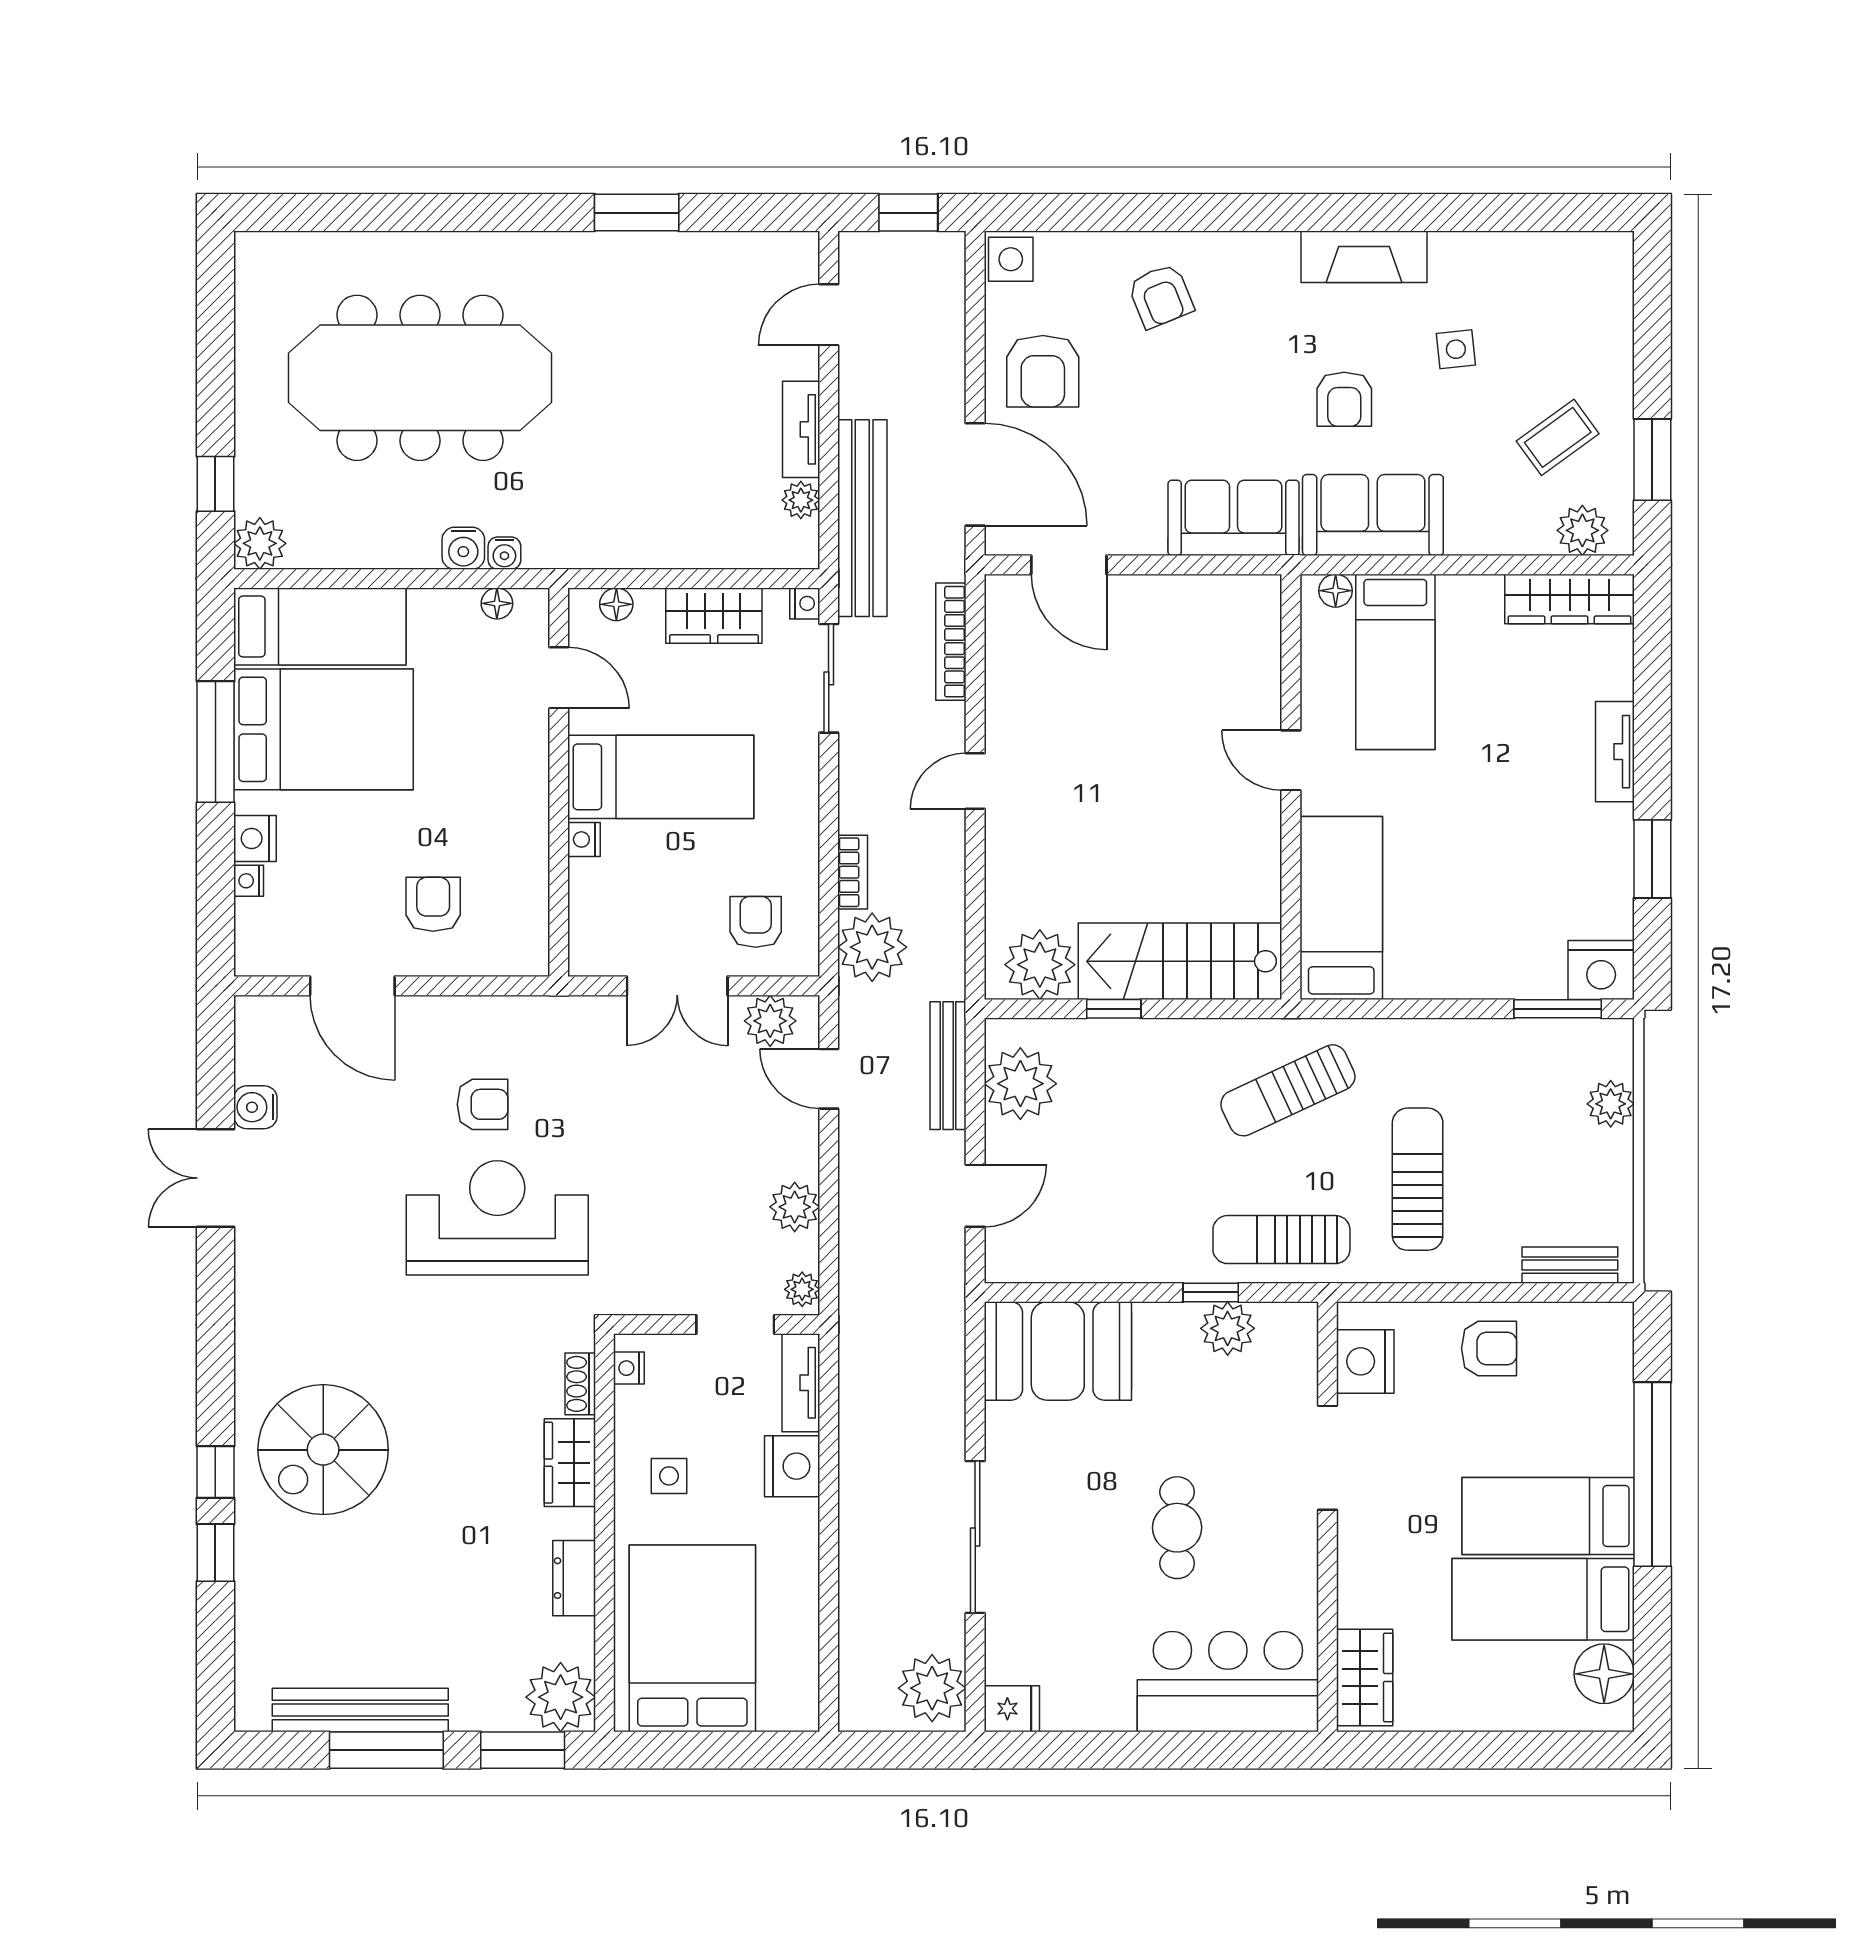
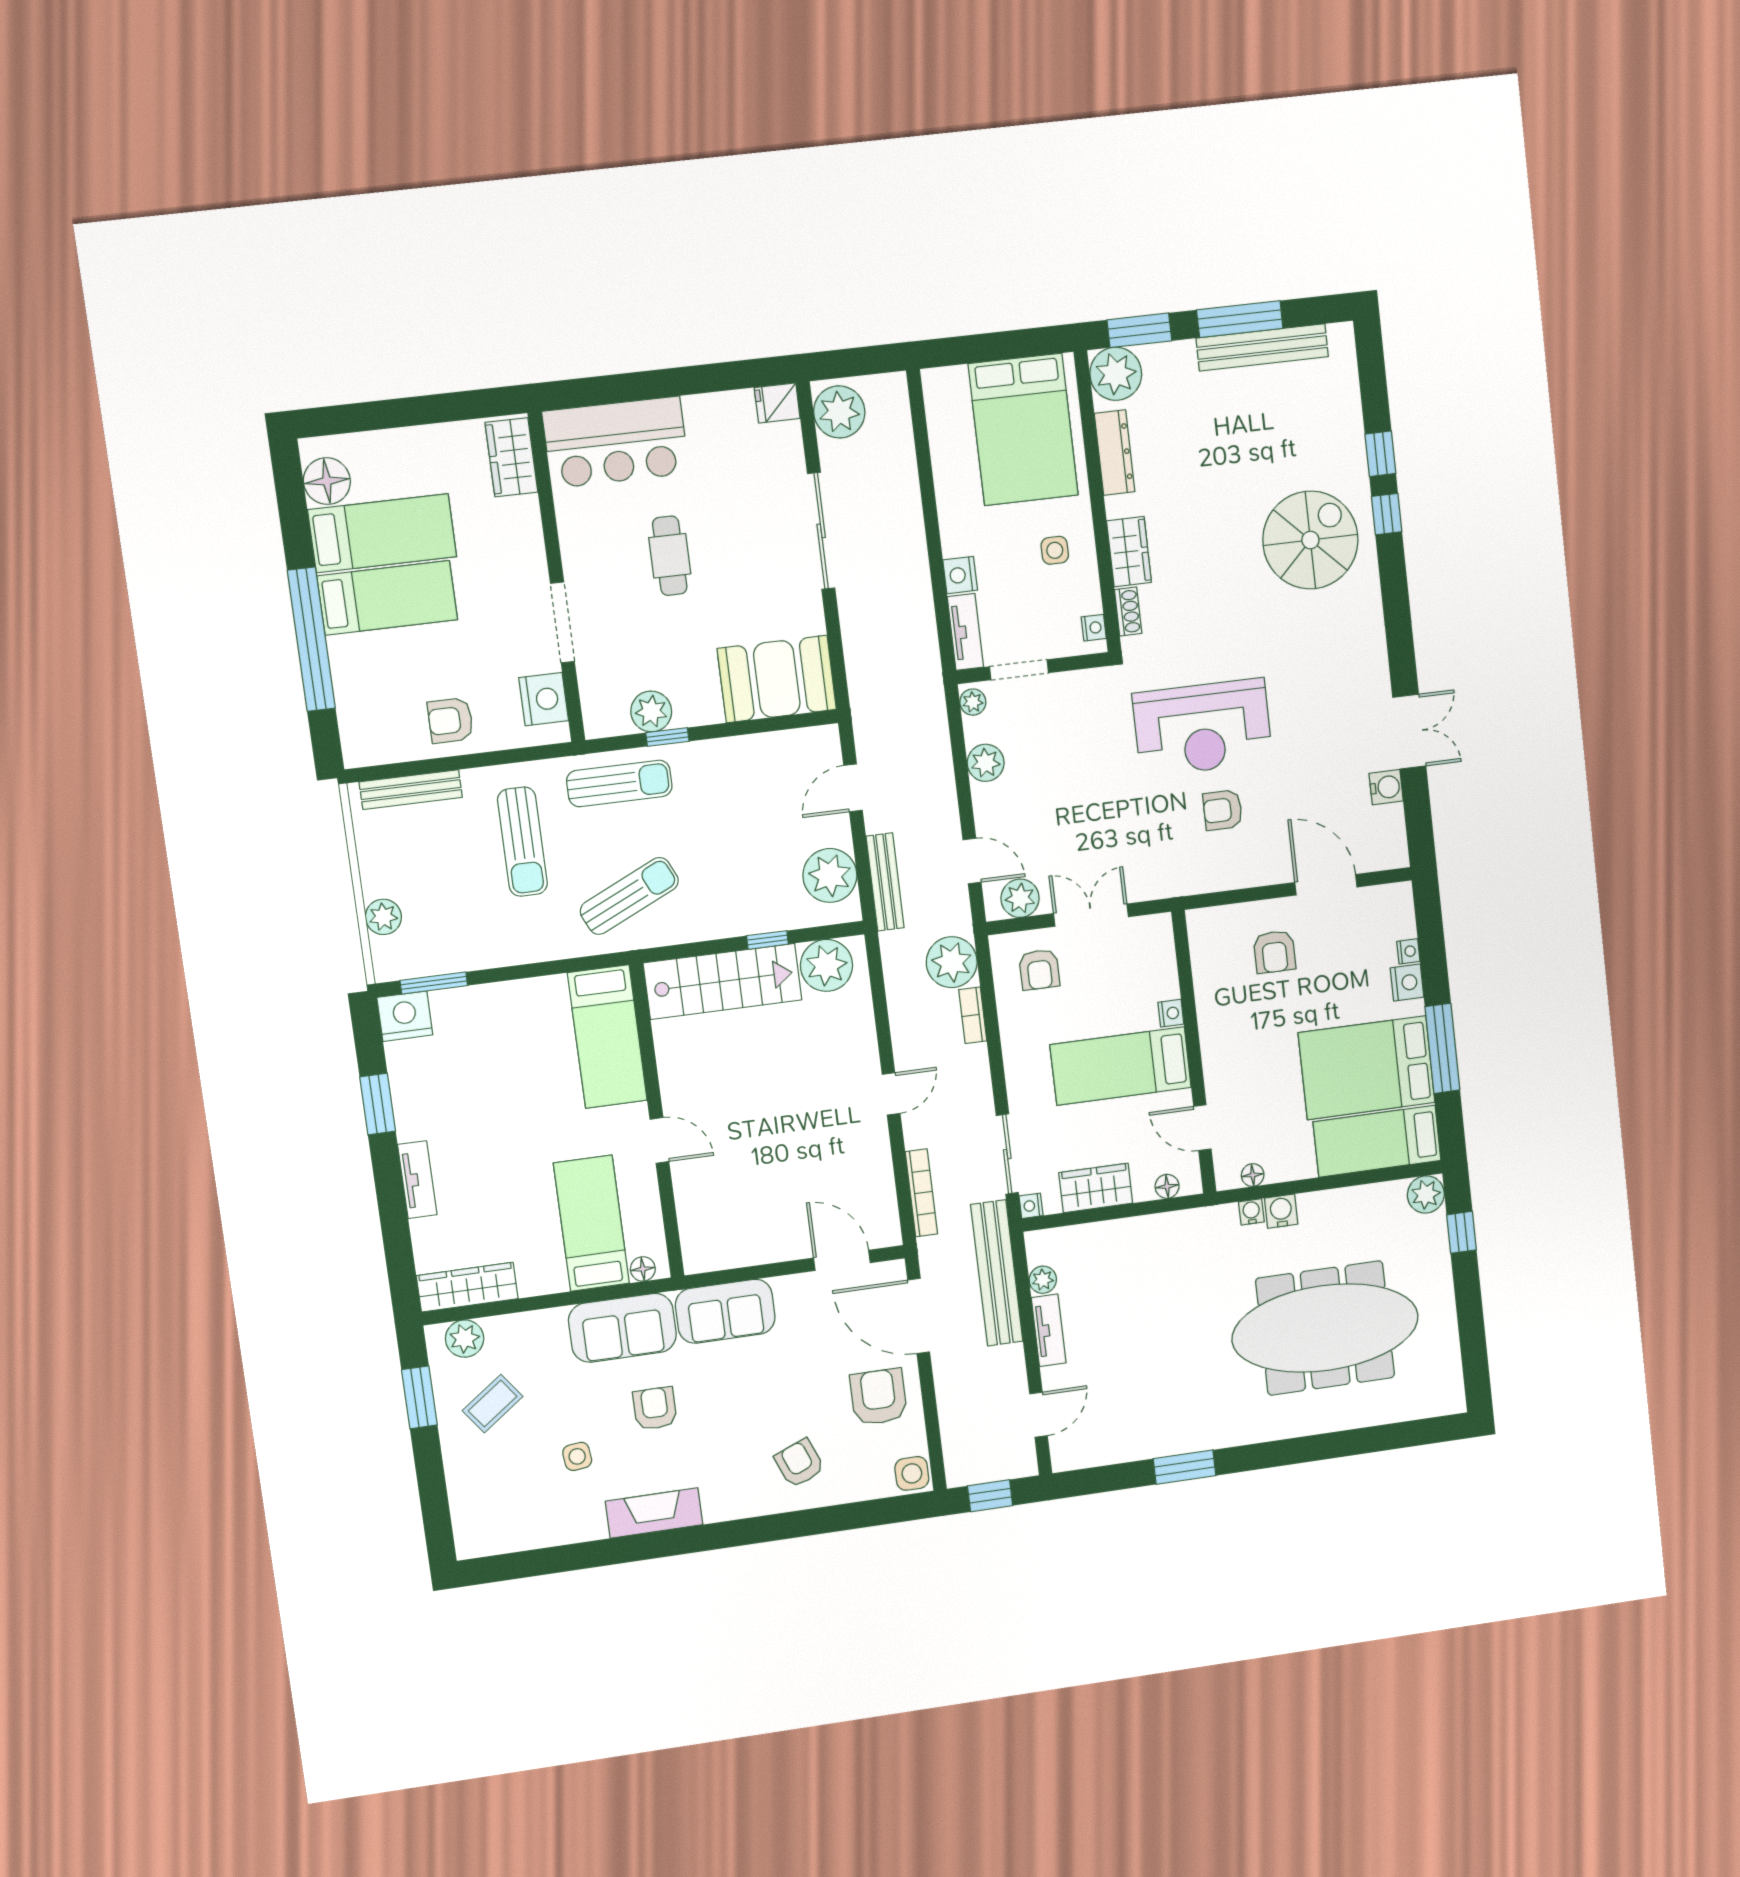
bench: (1570, 1265) -> (411, 790), width x1.36
nightstand: (792, 1466) -> (960, 575), width x0.74, depth x0.75
dresser: (574, 1578) -> (1115, 453), width x1.44

